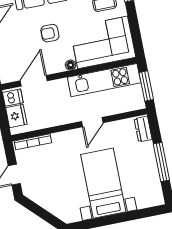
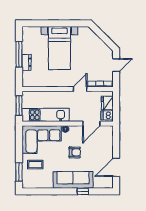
door: (92, 122) -> (80, 89), moved
dresser: (143, 129) -> (27, 62), moved

